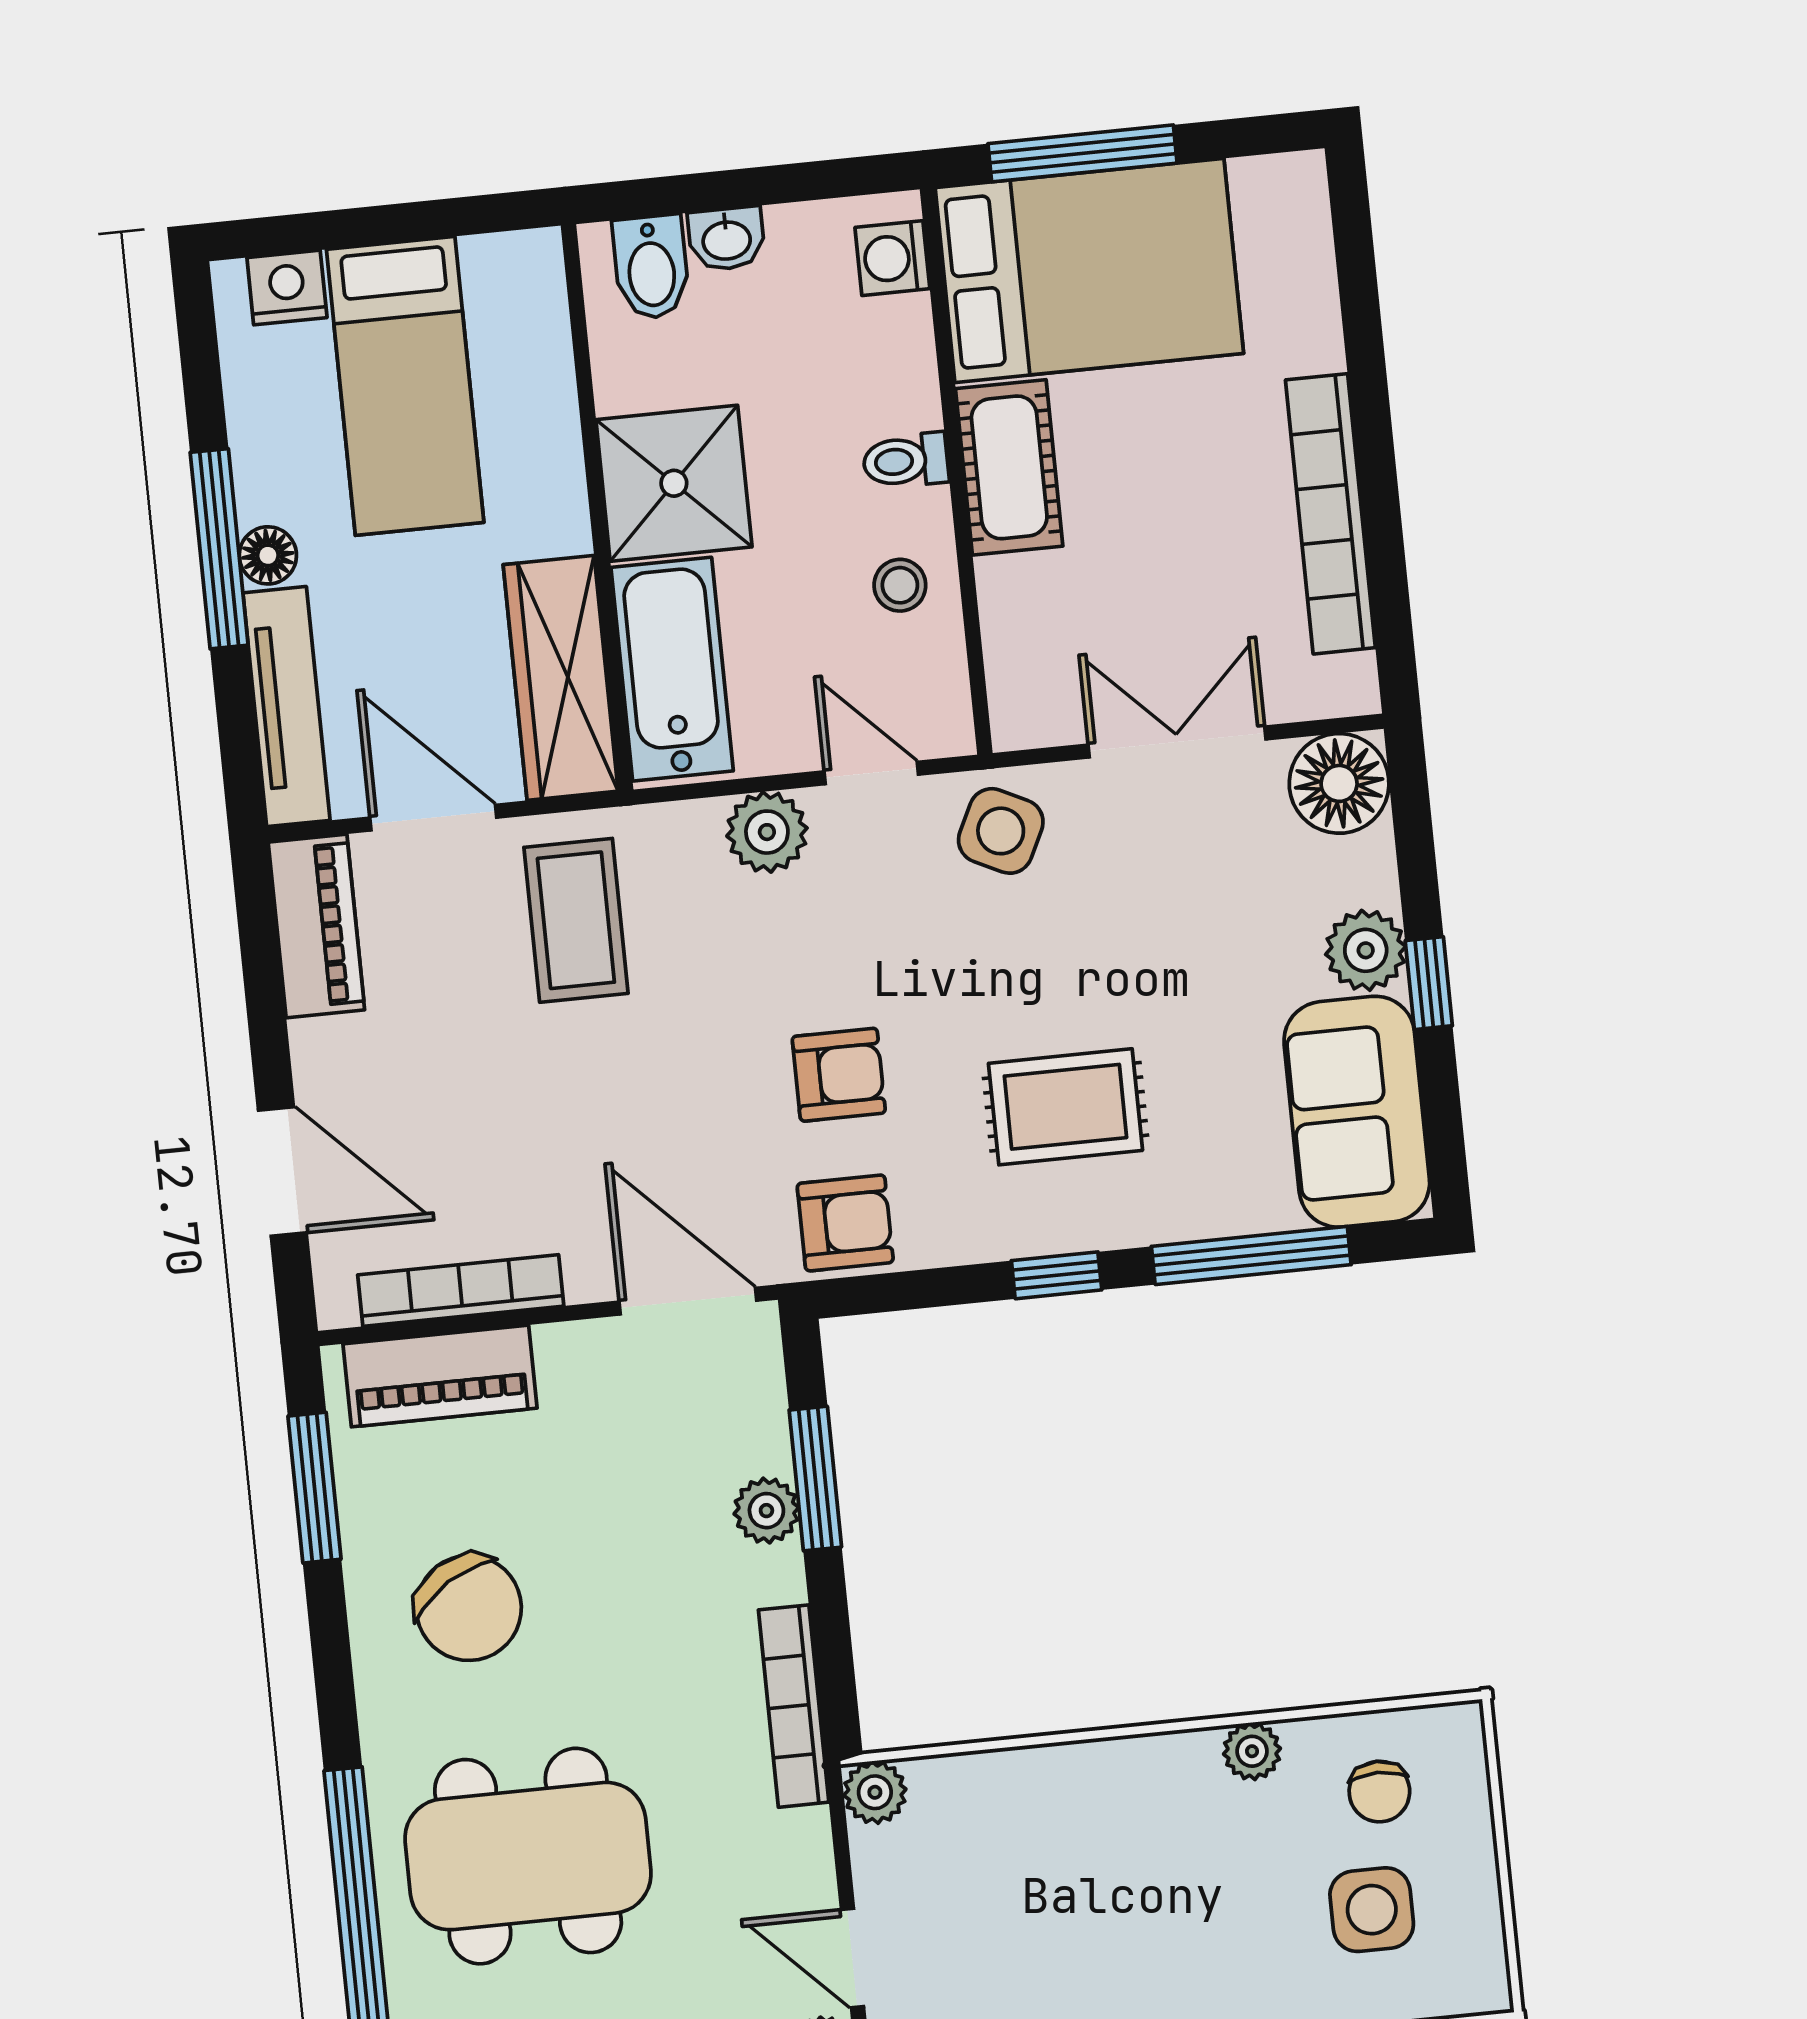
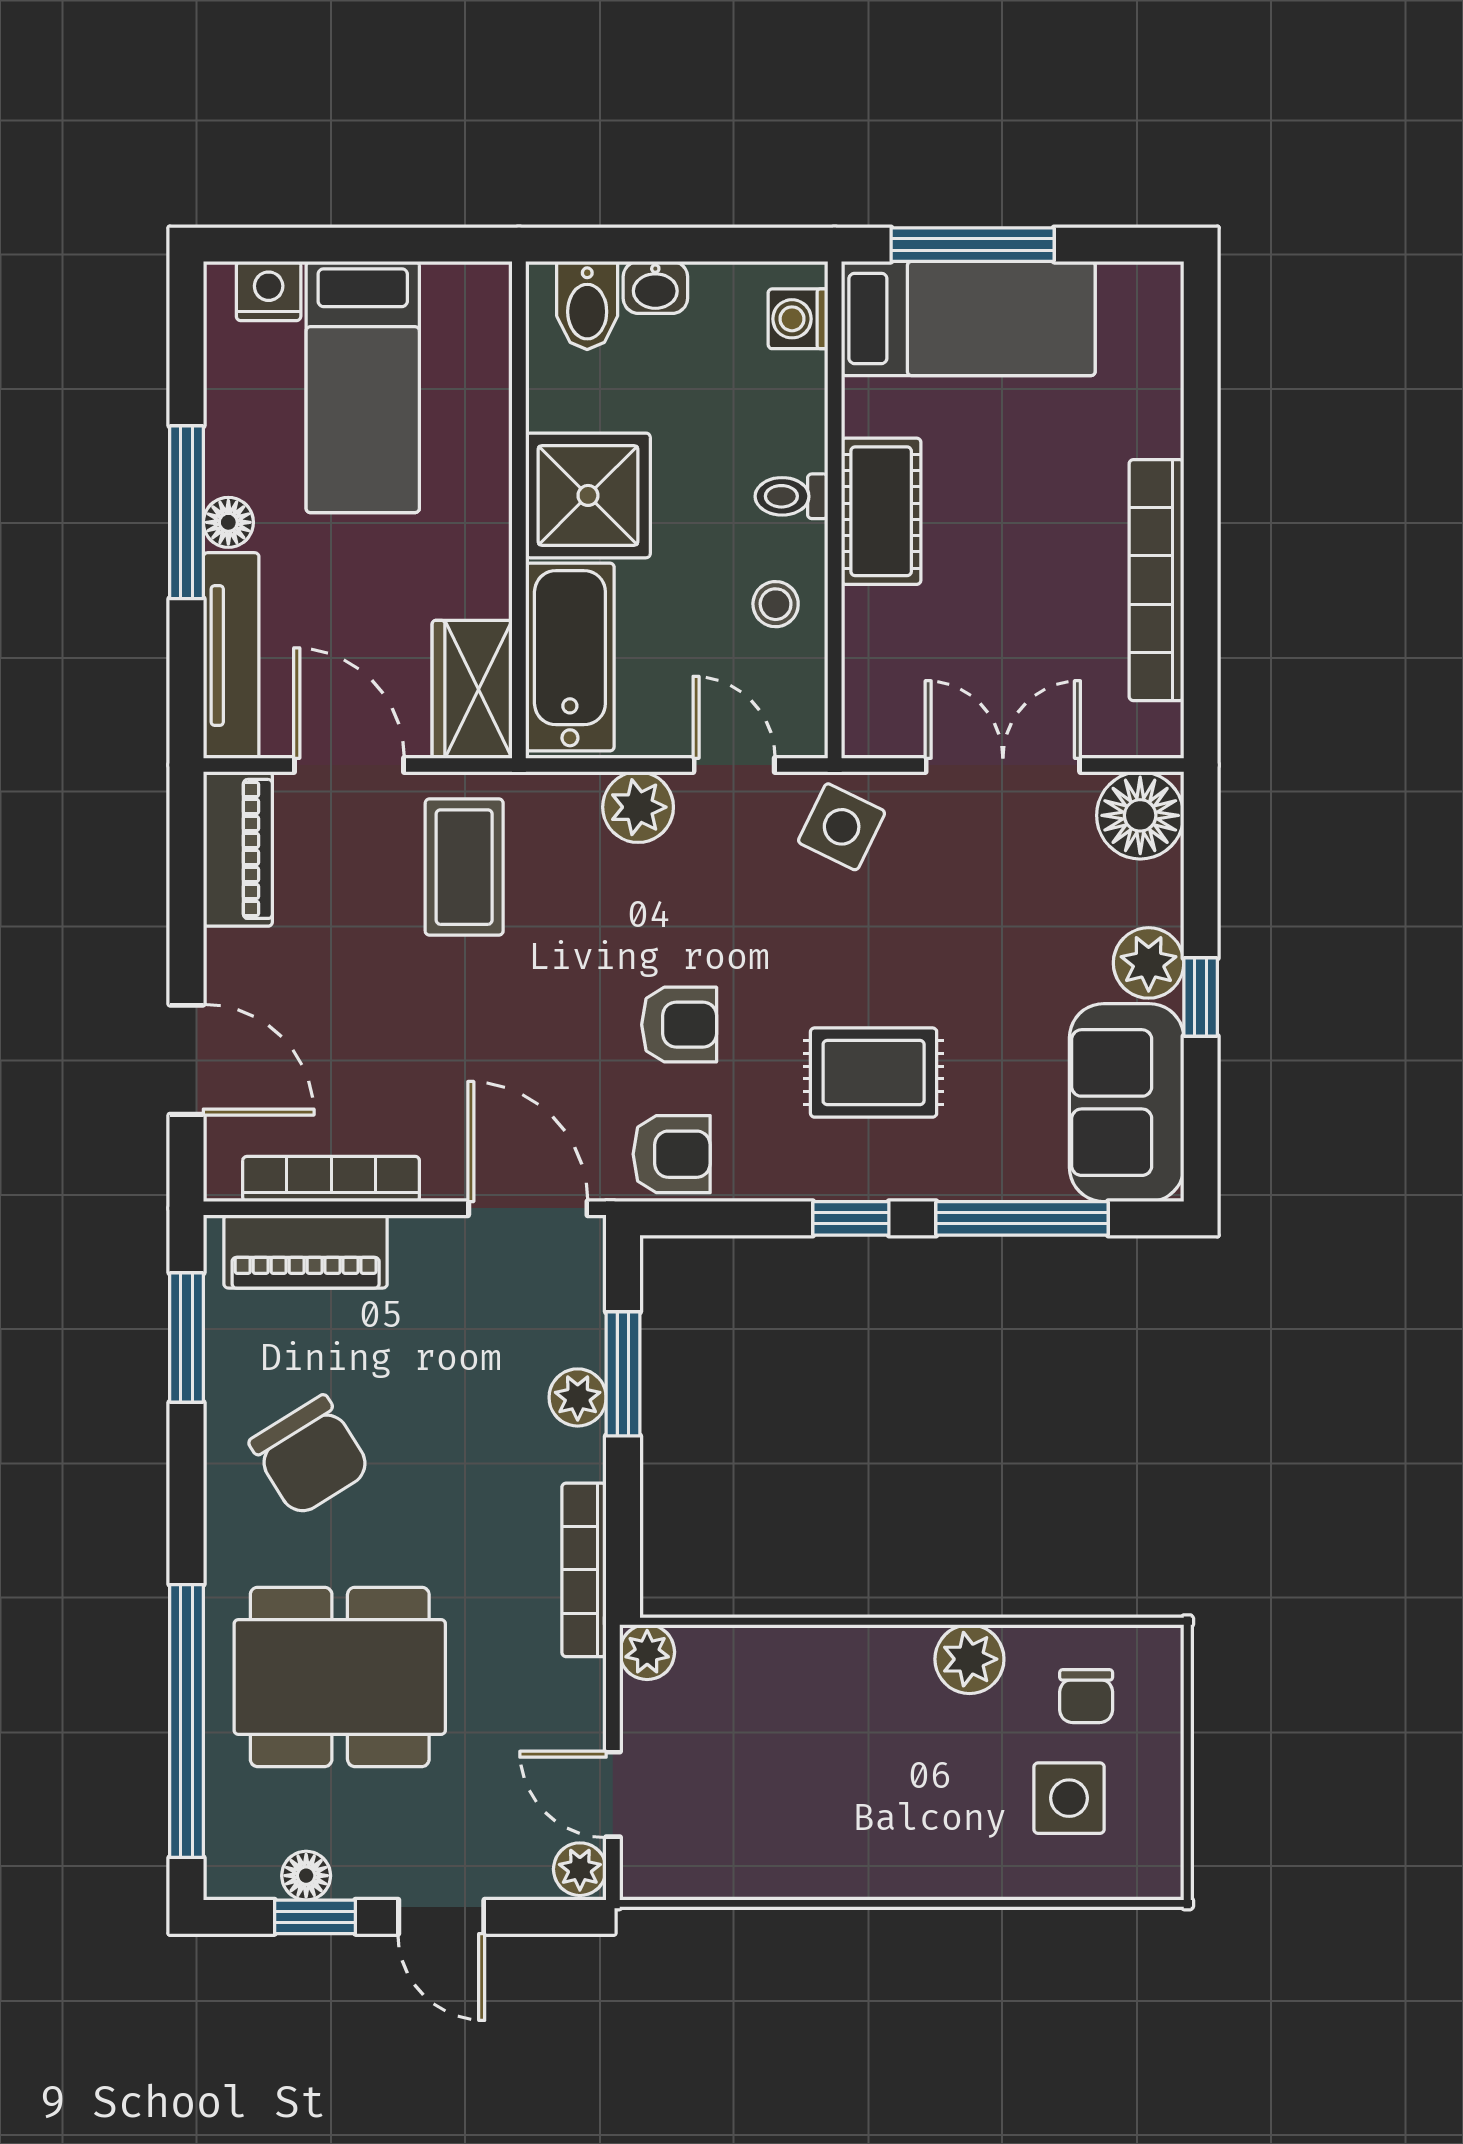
bed: (1089, 270) -> (968, 318), width x0.67
wardrobe: (561, 678) -> (472, 689), width x0.67
plant: (1252, 1751) -> (969, 1659), width x1.38, depth x1.38

